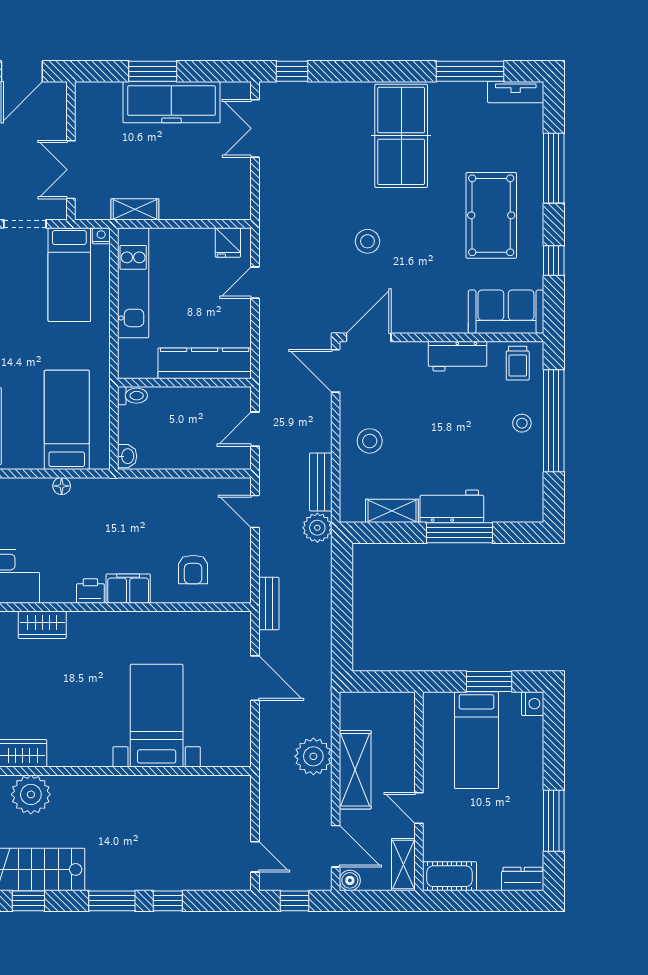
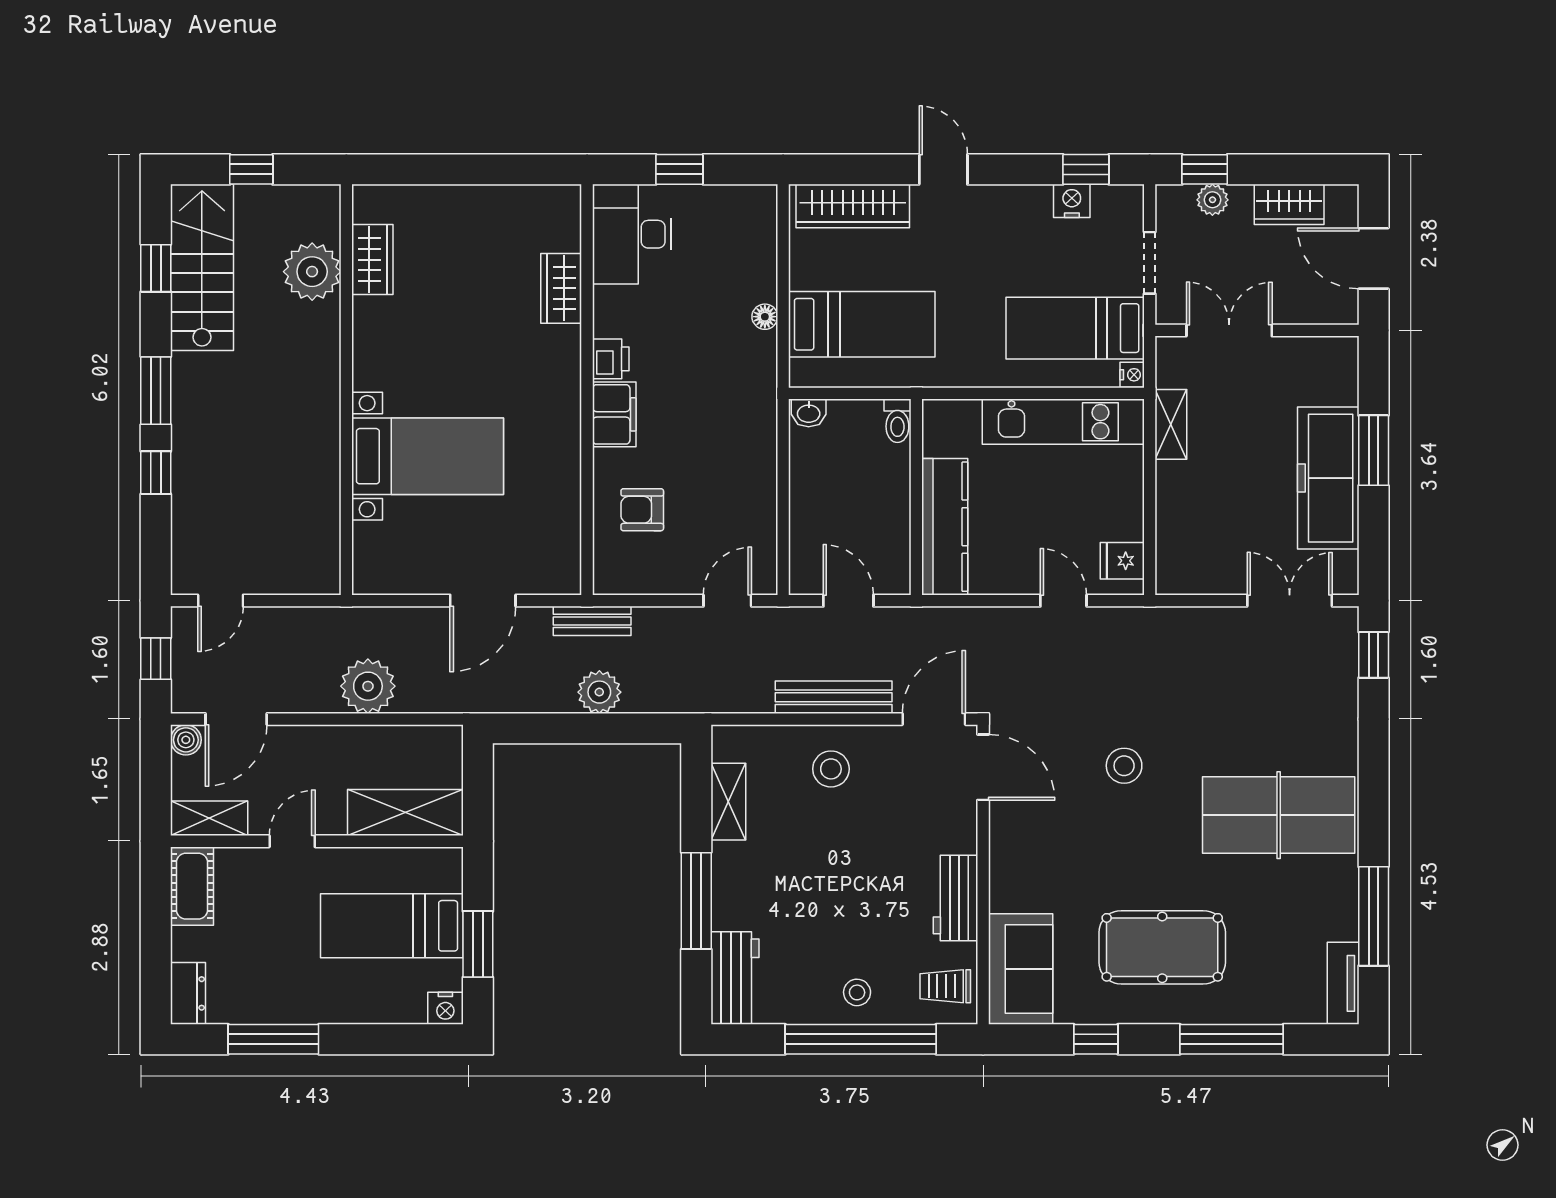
bench: (321, 482) -> (834, 697), moved, width x1.36
workbench: (452, 506) -> (735, 978), moved
plant: (317, 528) -> (599, 692), moved
shelving: (355, 770) -> (405, 813), moved

